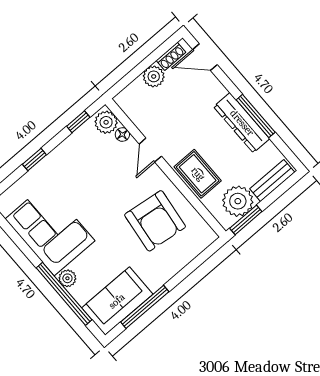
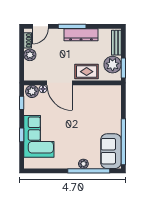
window: (256, 116) -> (72, 26), moved
door: (150, 150) -> (60, 83), width x1.88
armchair: (155, 221) -> (91, 106), removed
corner sofa: (50, 230) -> (39, 136), moved, turned 90
window: (145, 307) -> (123, 142), width x1.46

